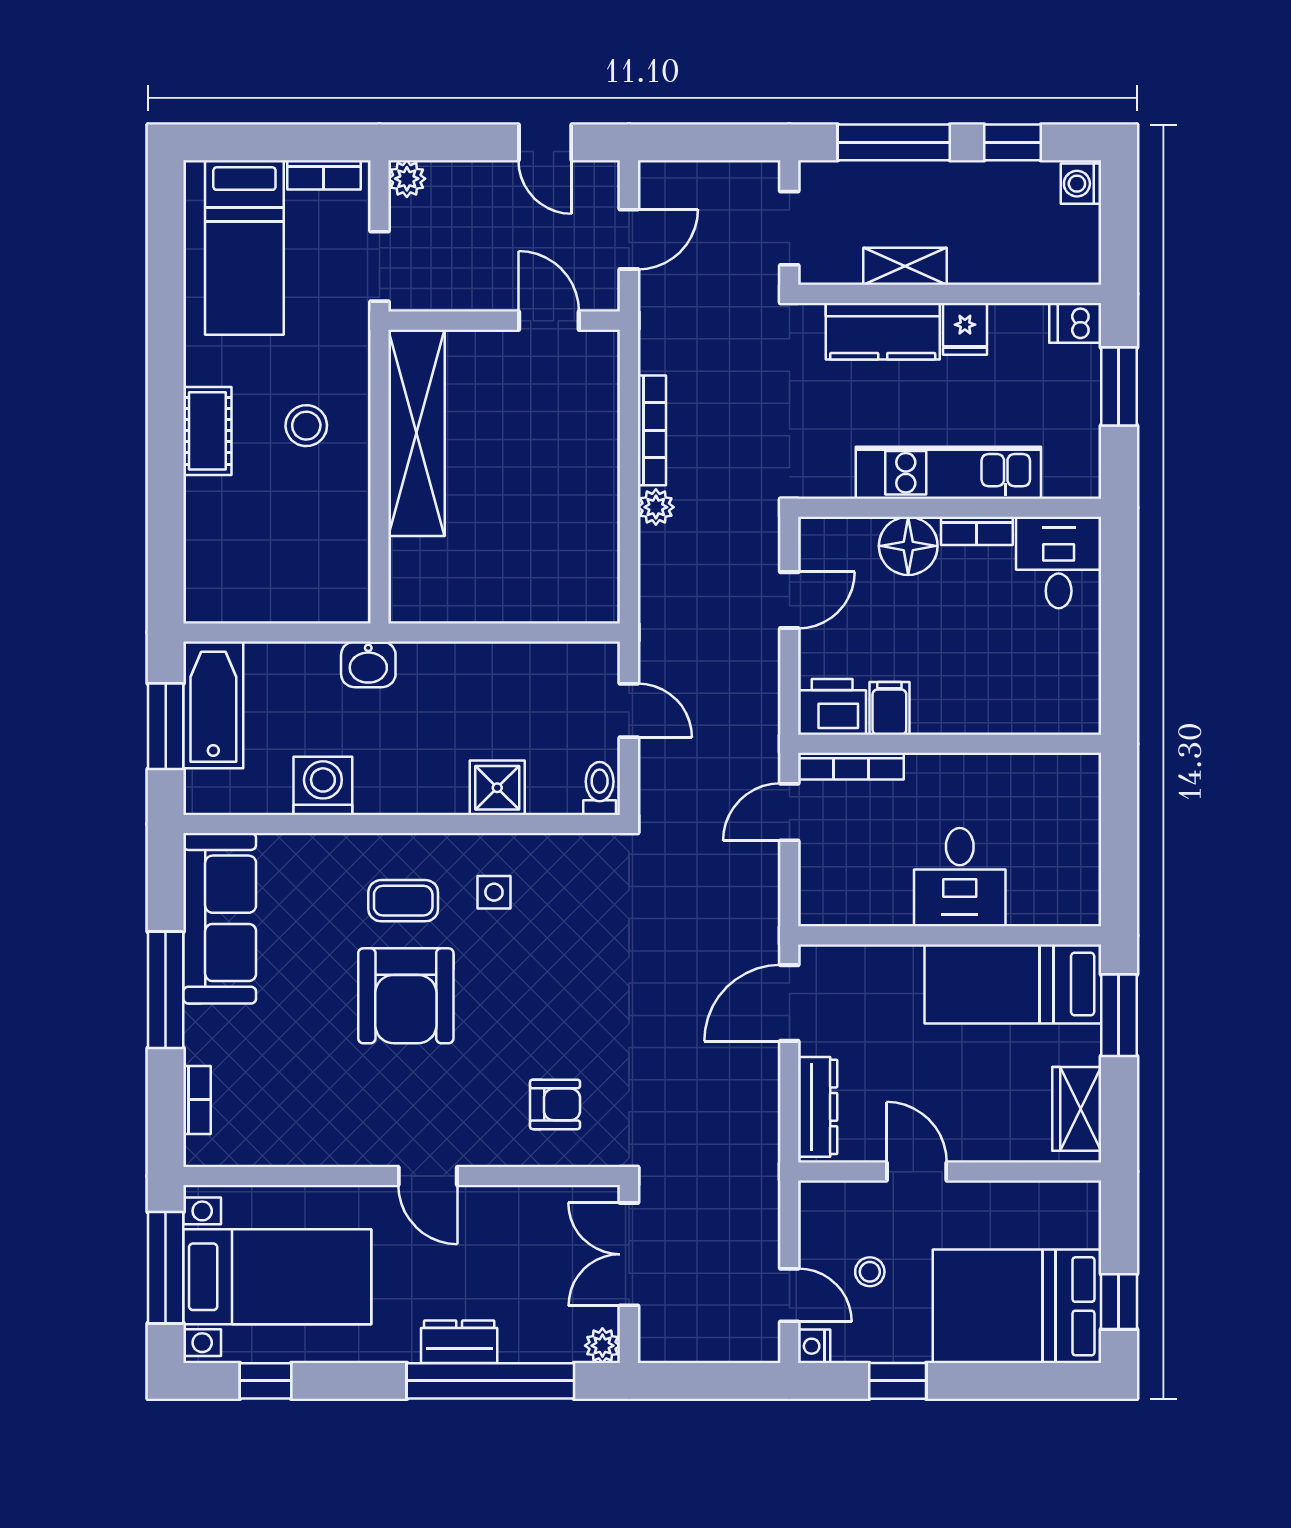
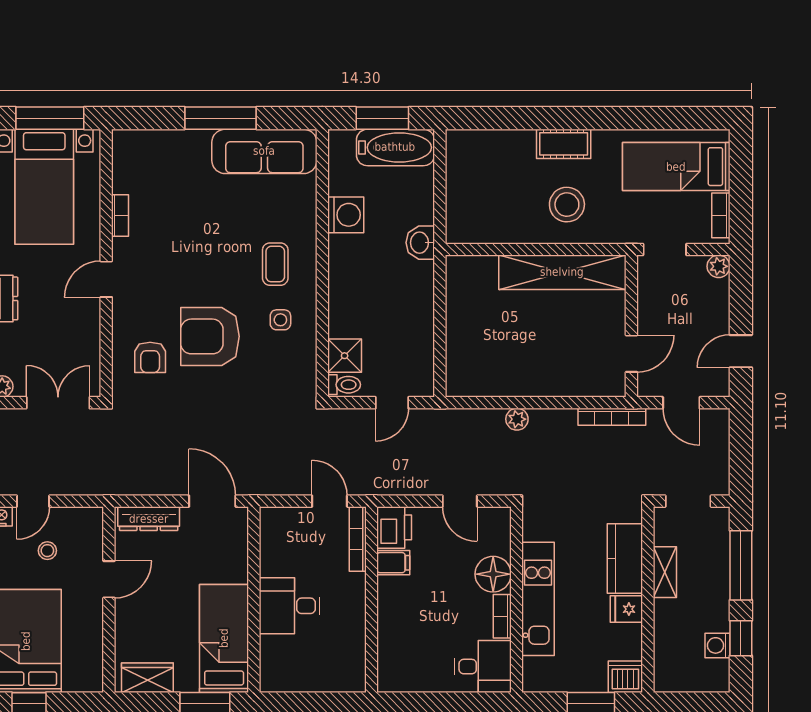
washing machine: (1081, 184) -> (718, 645), moved, turned -90
dishwasher: (1075, 323) -> (625, 677), width x1.38
stool: (306, 426) -> (567, 205), width x1.38, depth x1.38
bookcase: (652, 430) -> (612, 417), moved
shower: (497, 788) -> (345, 356), moved
armchair: (406, 996) -> (210, 336), moved
bookcase: (197, 1100) -> (120, 216), moved, turned -90

